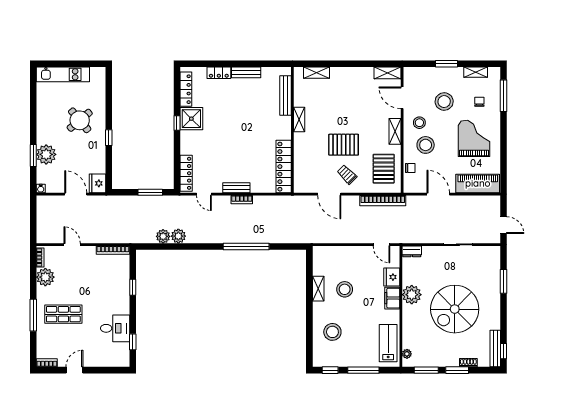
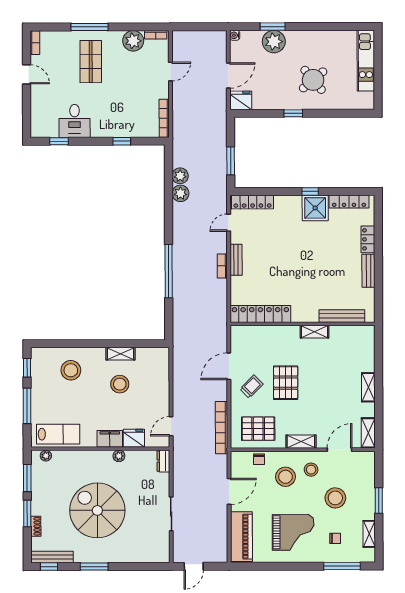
shelving: (316, 73) -> (368, 387), moved
window: (504, 281) -> (94, 567), moved
plant: (412, 295) -> (119, 456), width x0.53, depth x0.53

